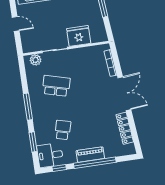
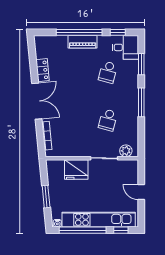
school desk: (56, 86) -> (108, 120), width x0.54
double door: (124, 94) -> (37, 101), swing flipped
locker: (125, 128) -> (42, 70), width x0.66

